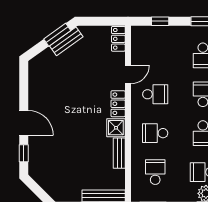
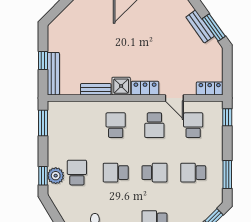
window: (160, 21) -> (227, 117), moved
bench: (66, 41) -> (200, 27), moved
school desk: (155, 172) -> (193, 125), moved, turned -90

